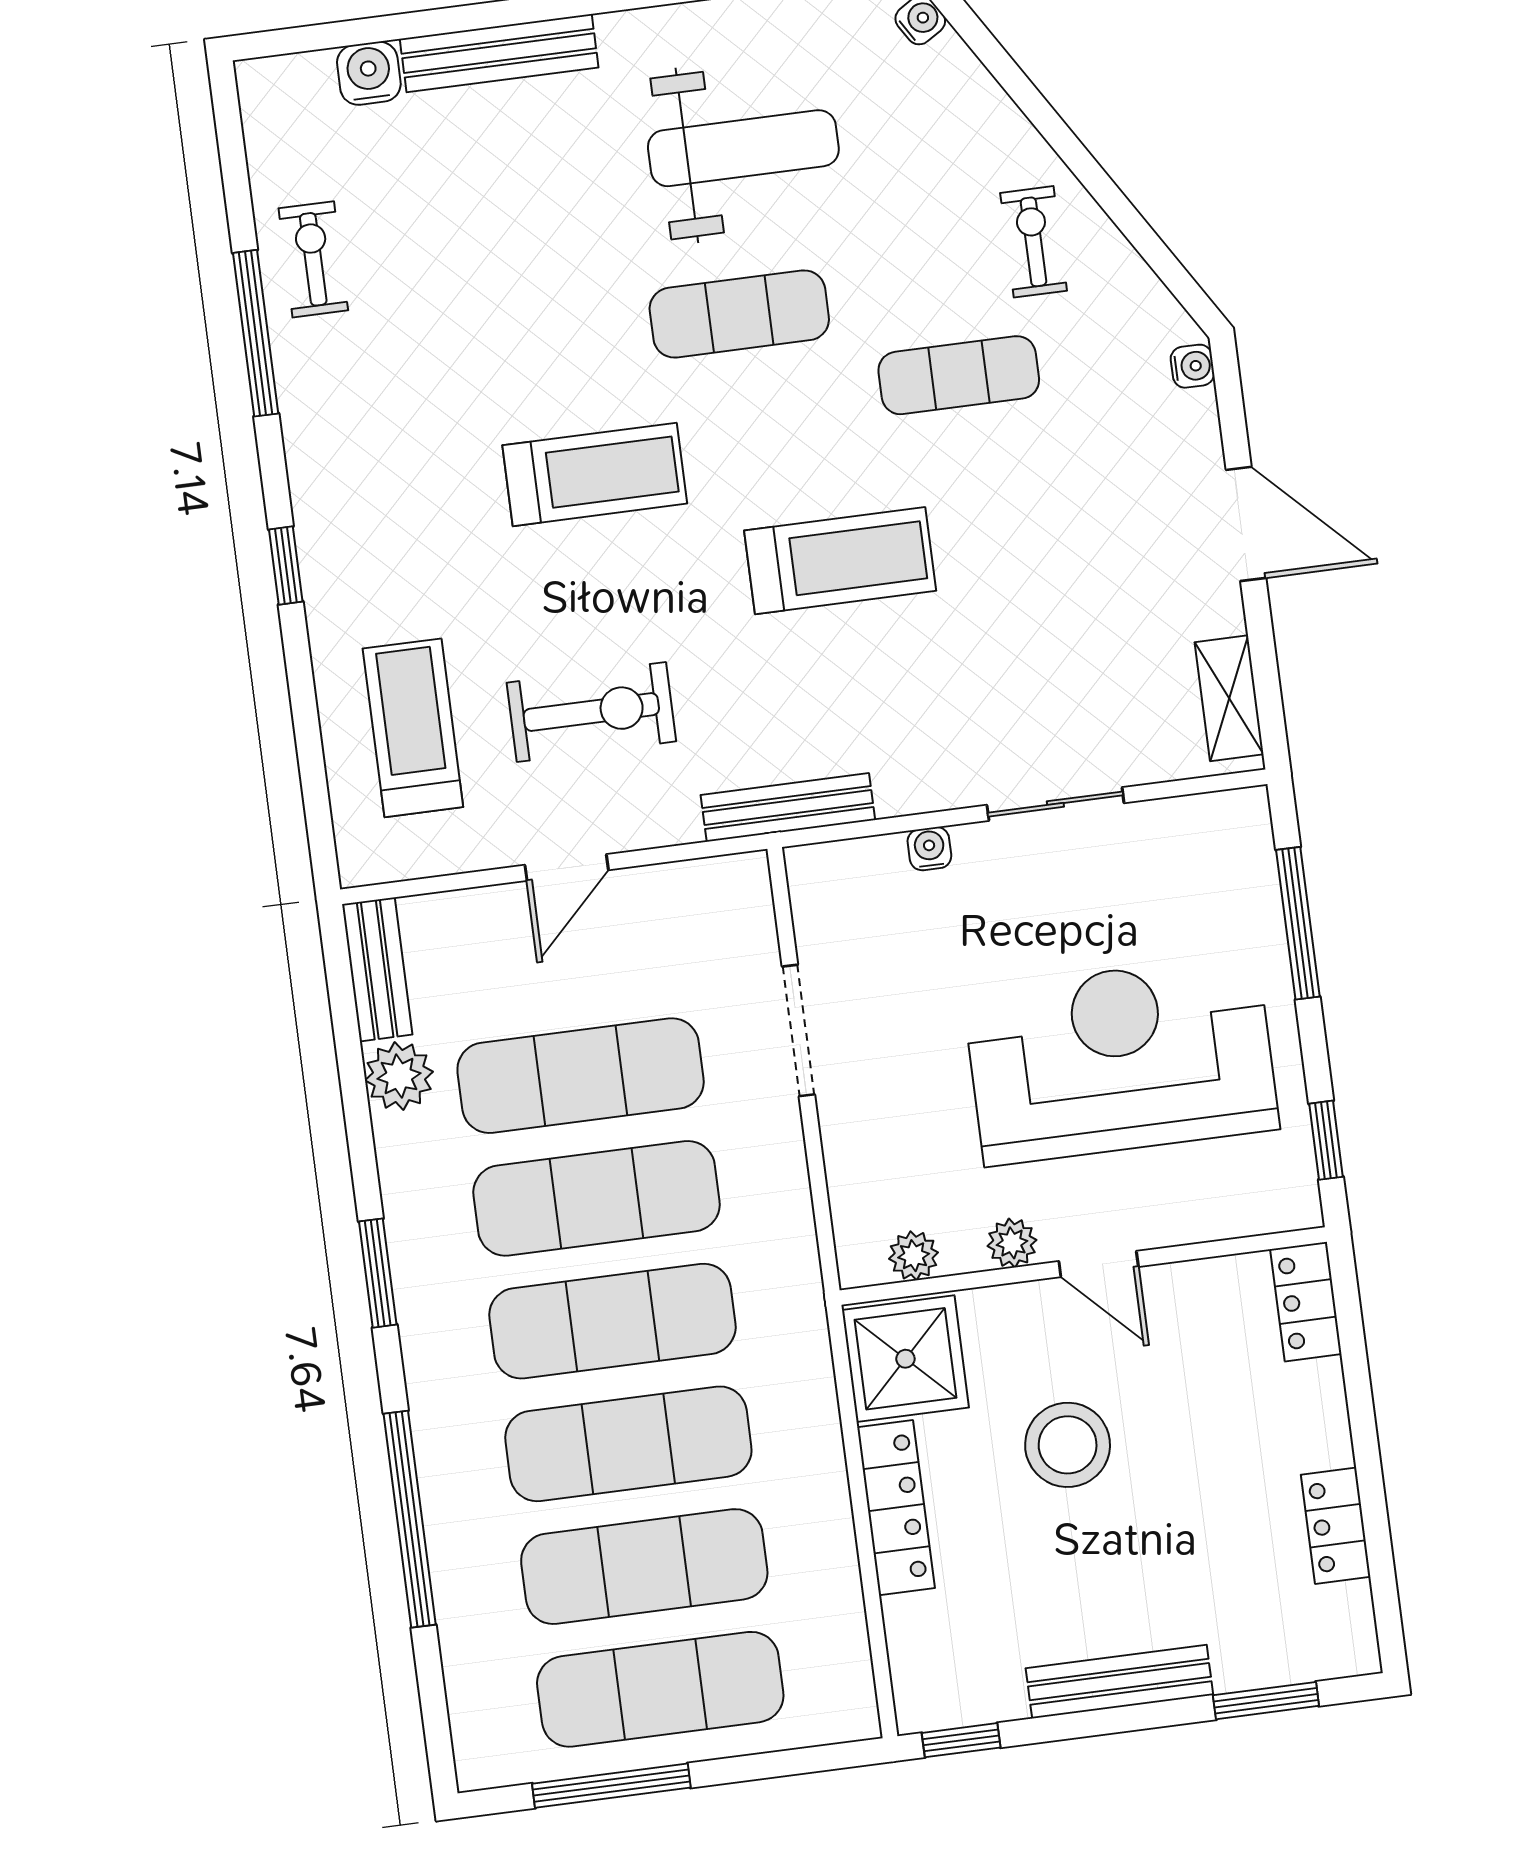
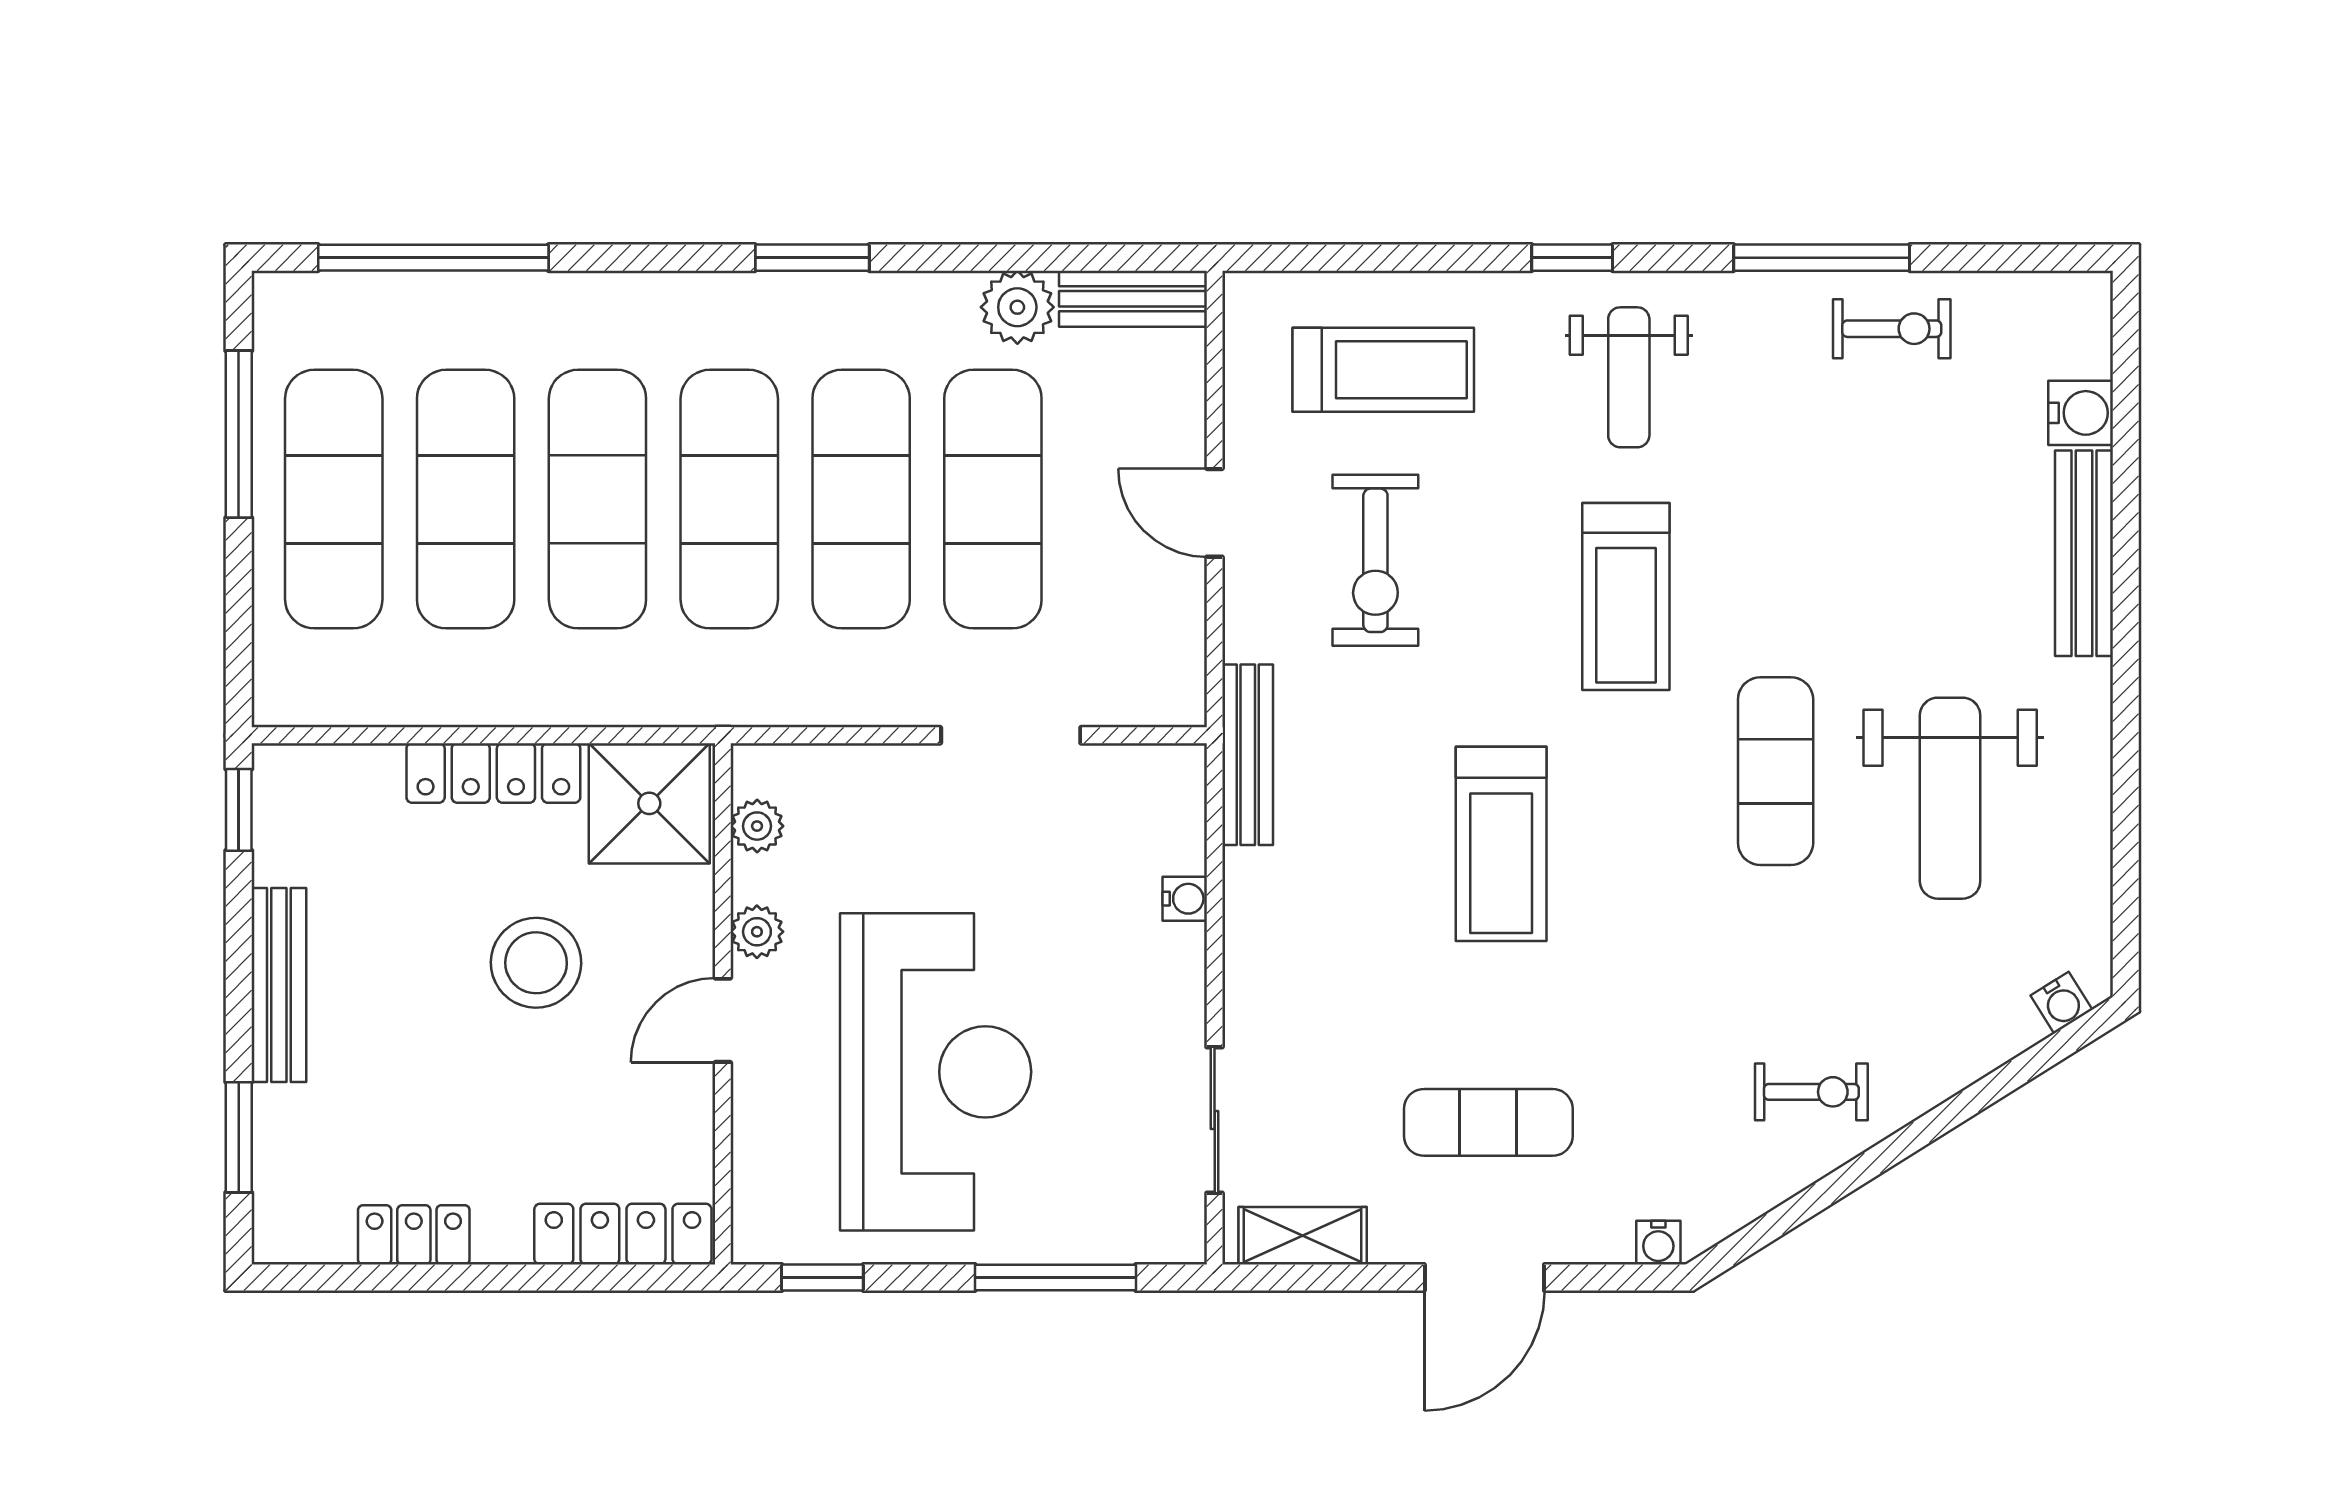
exercise mat: (959, 375) -> (1488, 1122), moved, turned 90
weight bench: (390, 498) -> (1629, 377), added
sliding door: (1055, 804) -> (1215, 1120), moved
locker: (1306, 1302) -> (623, 1234), width x1.53
window: (410, 1519) -> (433, 258), moved

